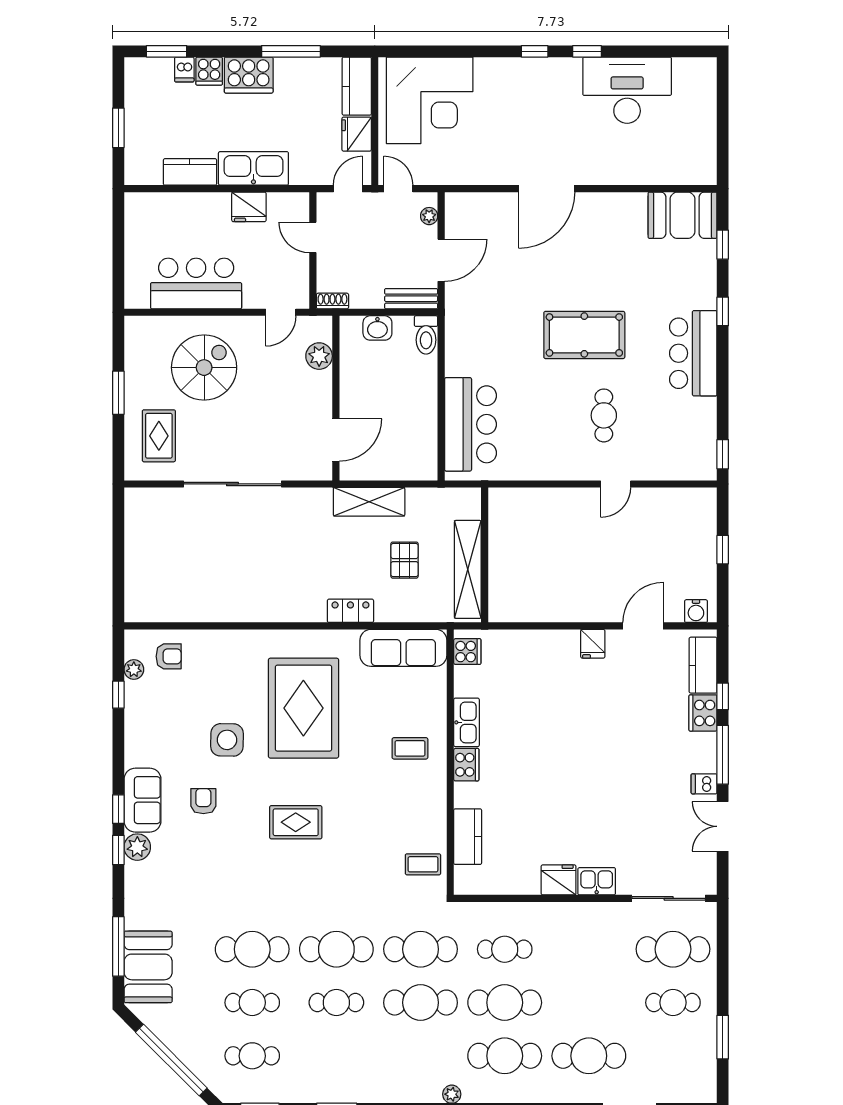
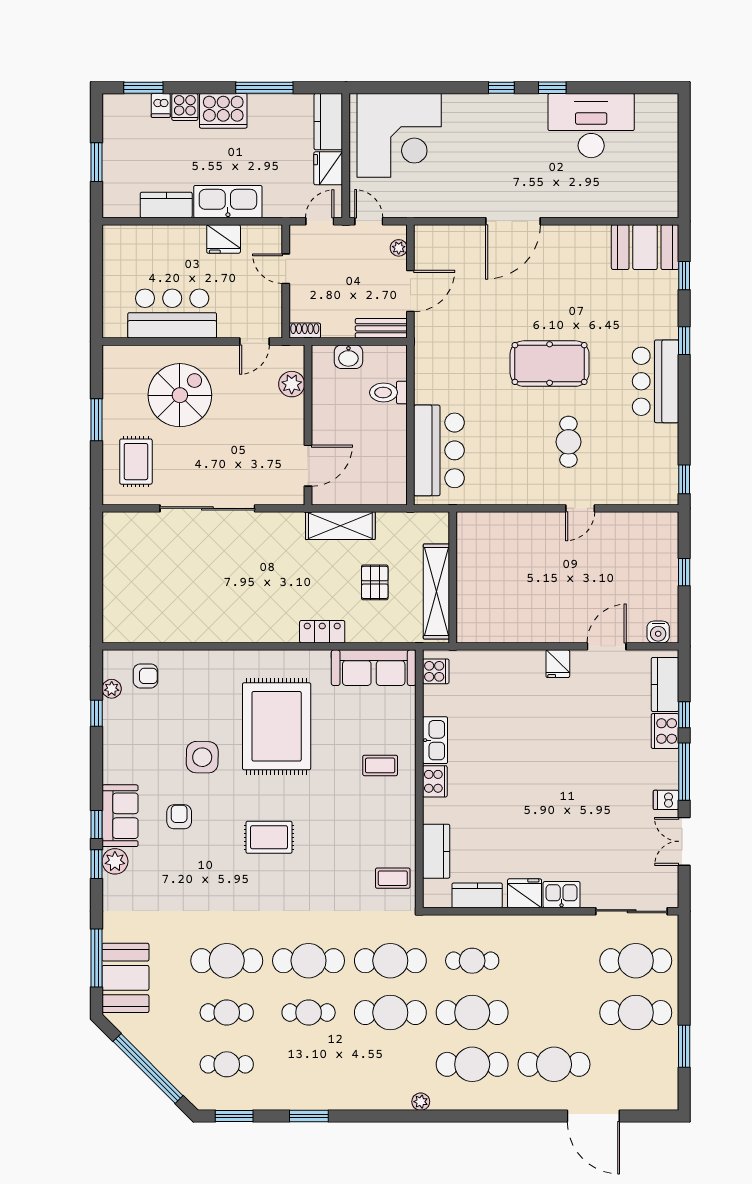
toilet: (426, 335) -> (388, 392), moved, turned 90
kitchen counter: (510, 882) -> (477, 895), added
cafe table: (673, 1003) -> (636, 1013), width x1.37, depth x1.35

